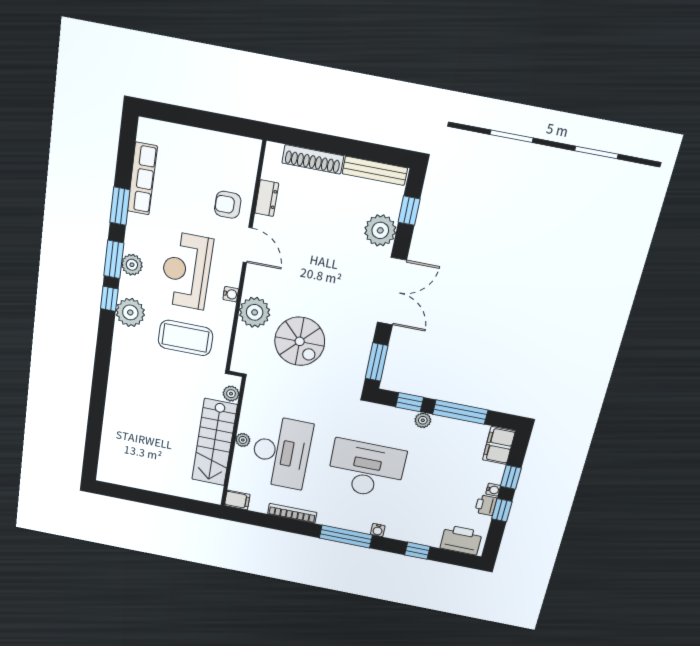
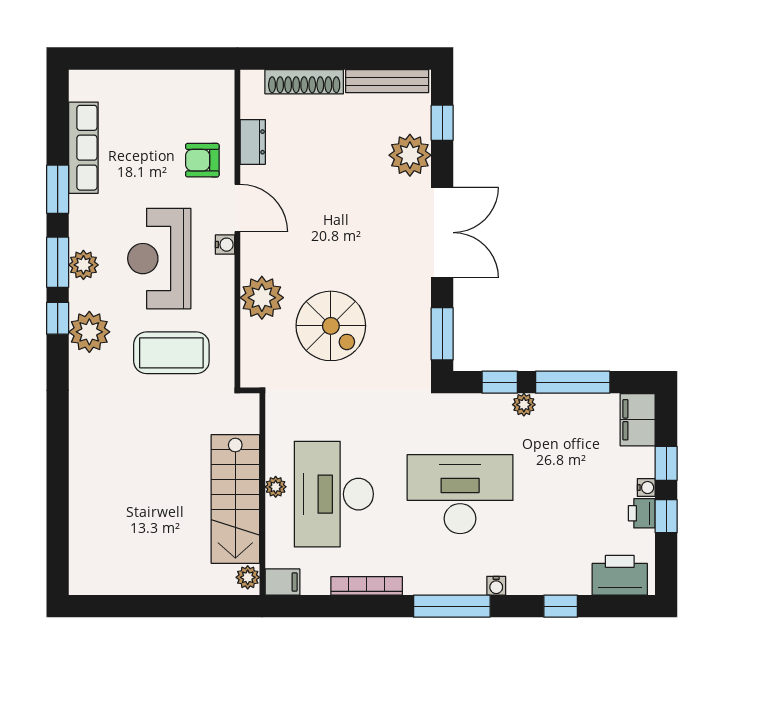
water cooler: (231, 294) -> (225, 245), moved
plant: (231, 394) -> (248, 577), moved
desk: (281, 452) -> (334, 494), turned 180

